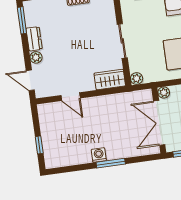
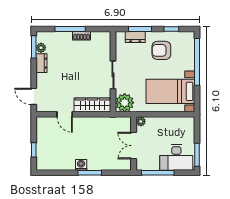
plant: (36, 57) -> (41, 48), moved
plant: (137, 78) -> (125, 103), width x1.87, depth x1.87
wardrobe: (110, 80) -> (92, 105), width x1.50
double door: (159, 123) -> (134, 146), width x0.73

